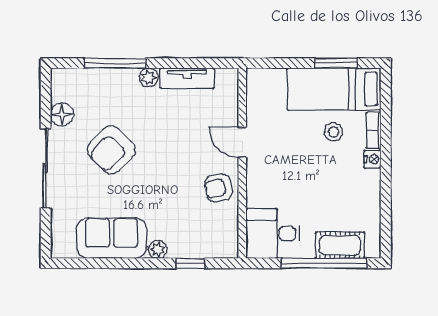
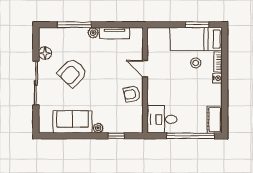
cot: (340, 245) -> (215, 120), moved, turned 90

